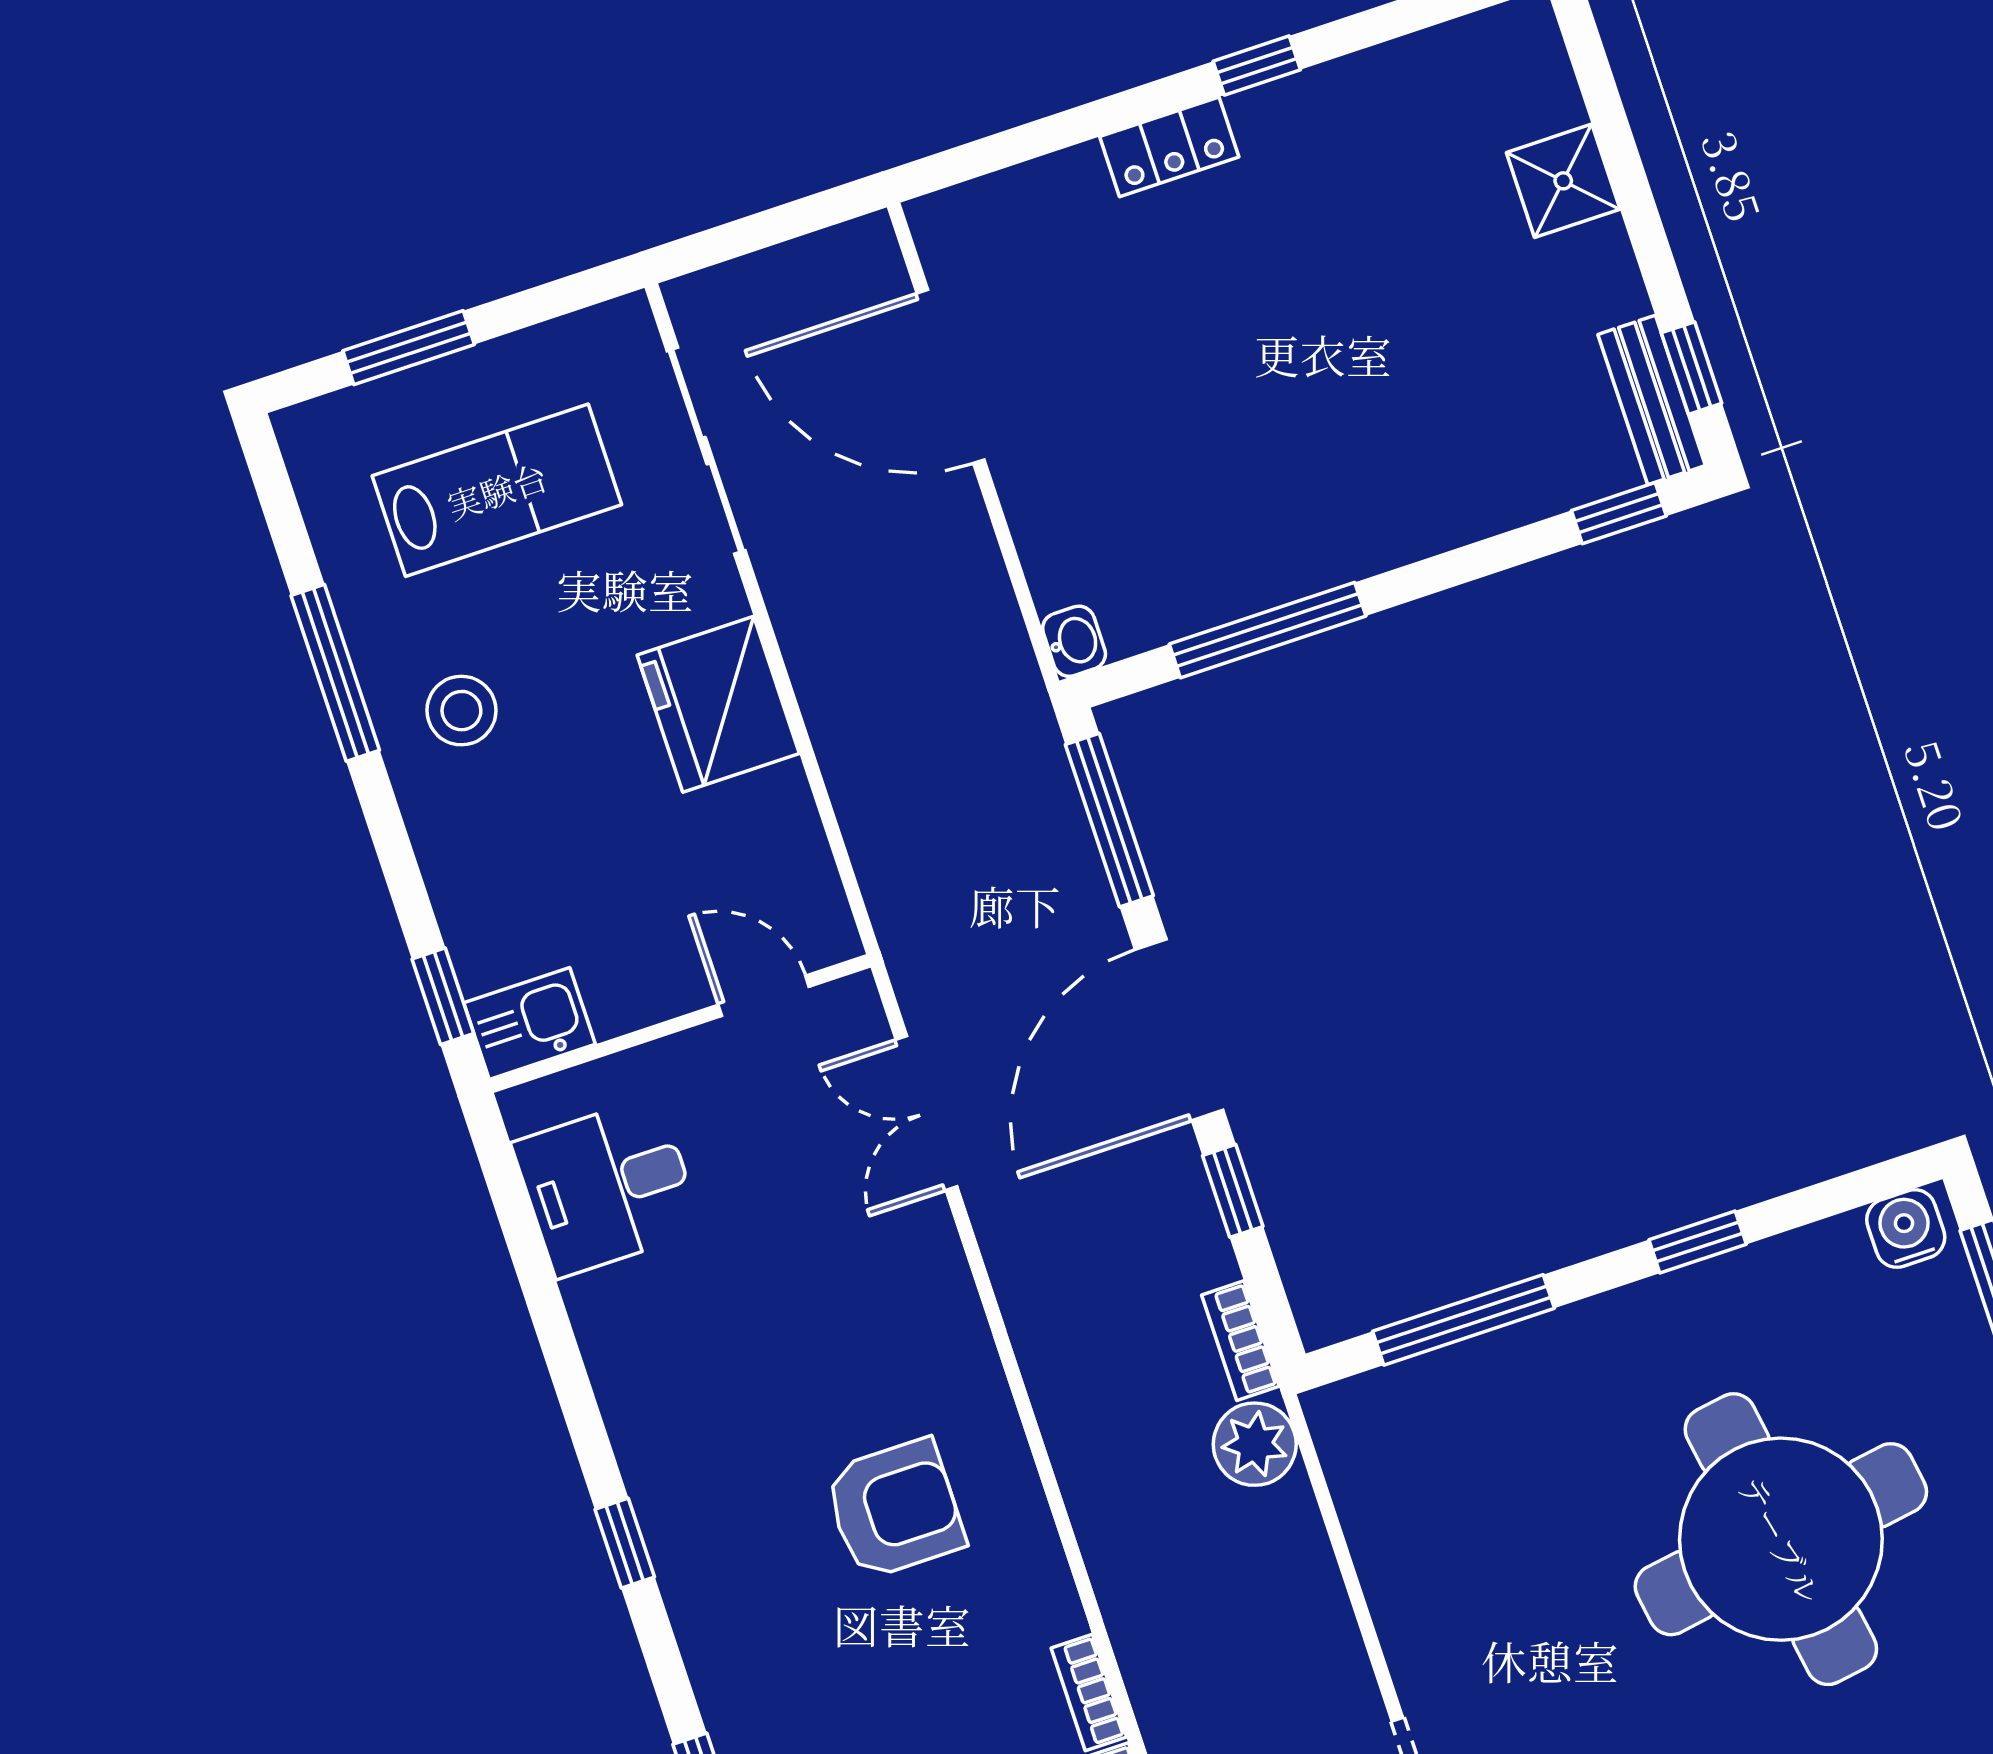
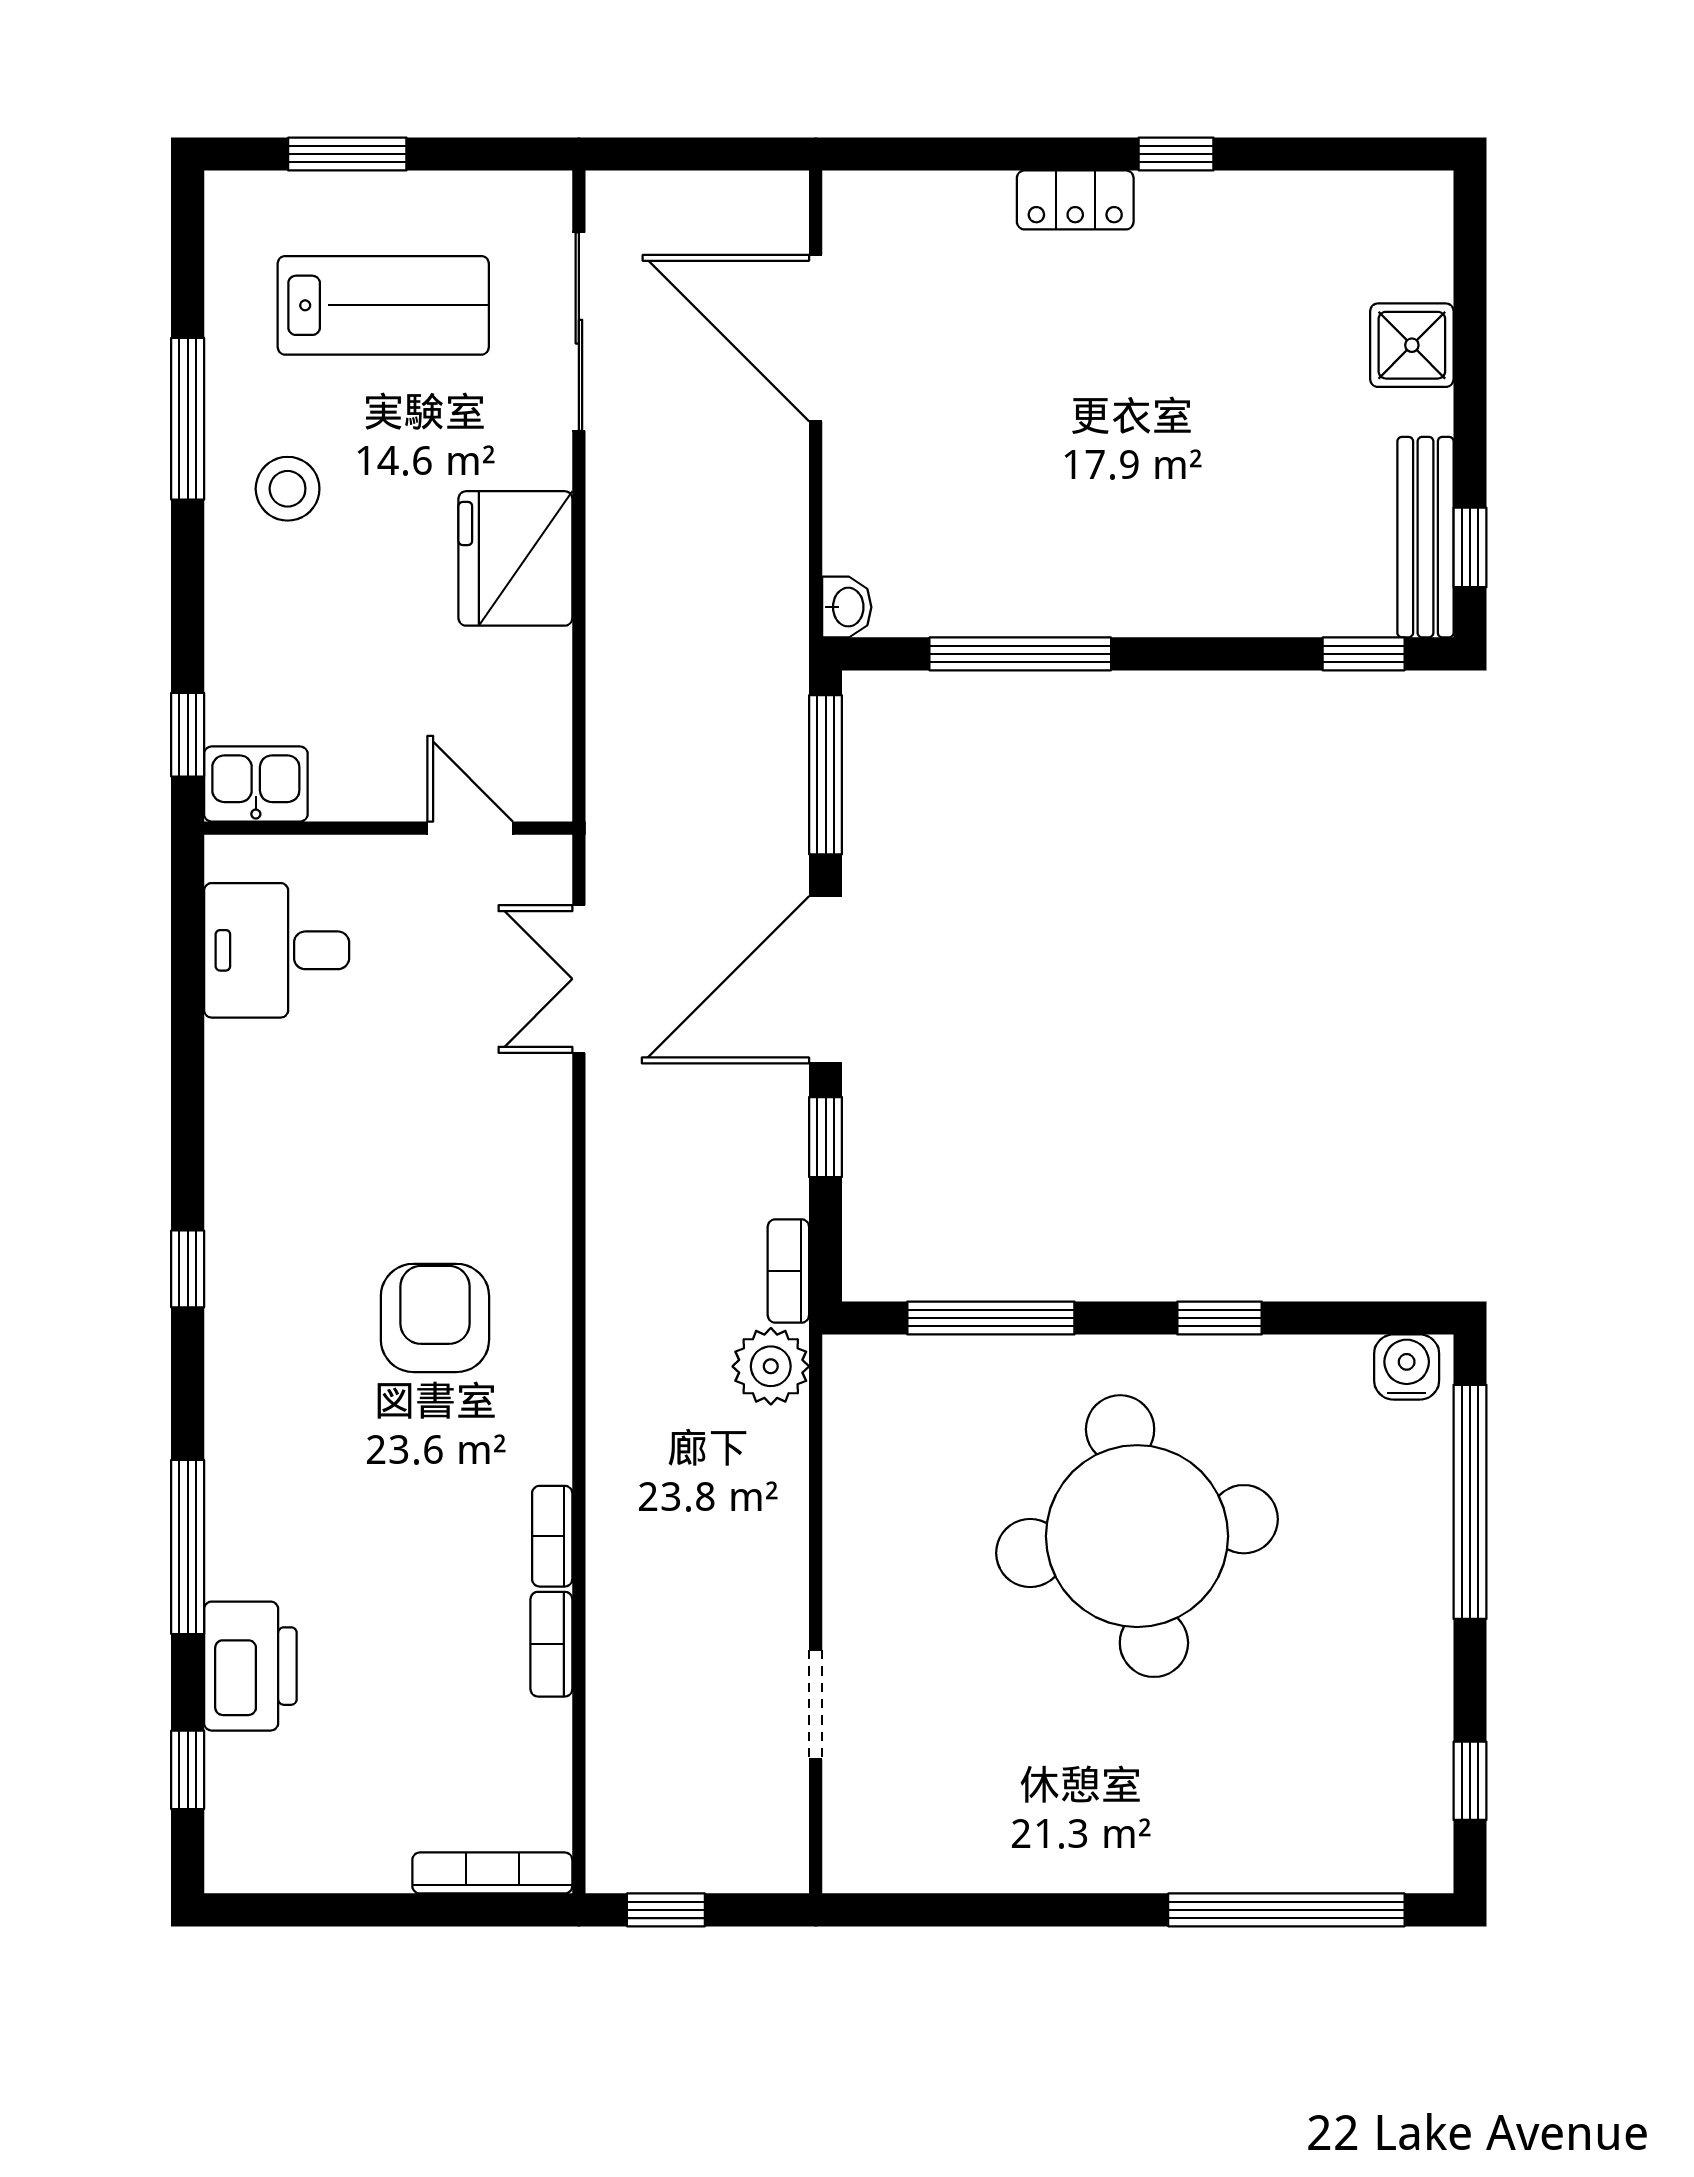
bench: (1652, 400) -> (1425, 537), width x1.36
armchair: (895, 1509) -> (435, 1318), turned -90
round table: (1781, 1539) -> (1137, 1536), moved

